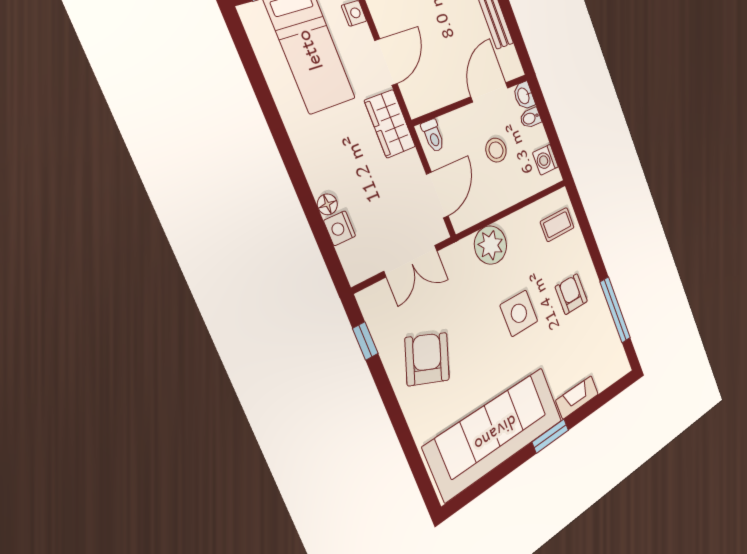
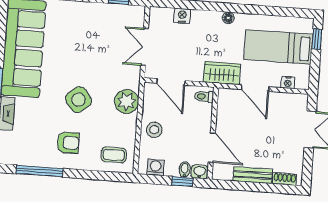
window: (545, 114) -> (182, 182), added
stool: (496, 150) -> (154, 130), moved
floor lamp: (327, 204) -> (228, 18), moved
coffee table: (557, 225) -> (114, 155), turned 90
side table: (519, 313) -> (79, 100), turned -38
armchair: (427, 359) -> (89, 29), removed

